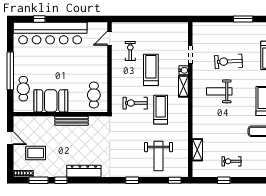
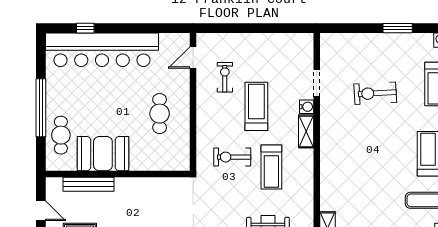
weight bench: (219, 91) -> (361, 139), removed
cafe table: (94, 95) -> (160, 114), moved
treadmill: (161, 110) -> (271, 167), turned 180
bench: (71, 121) -> (88, 184), moved

